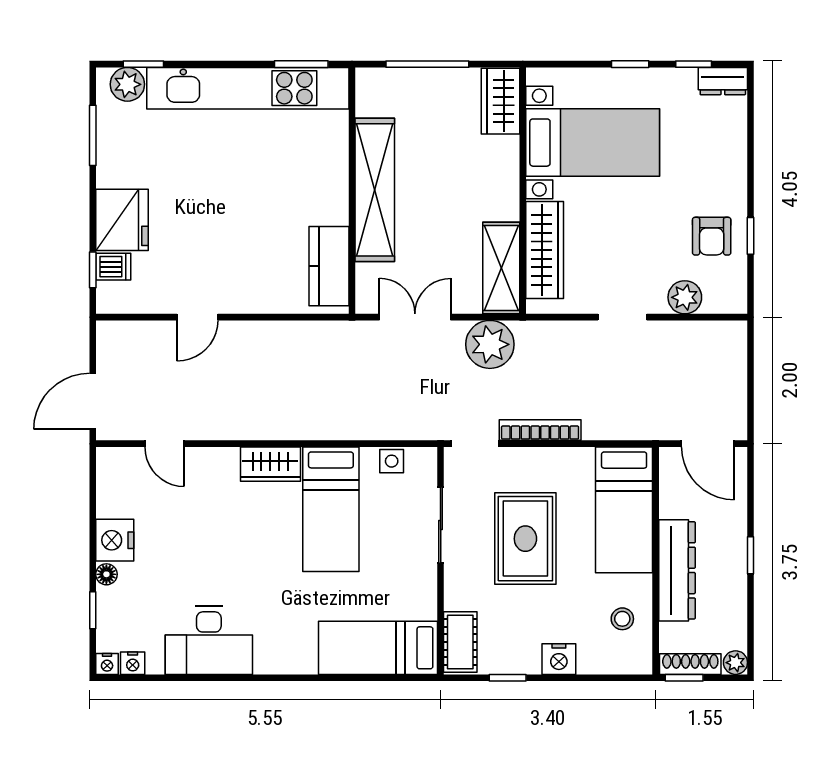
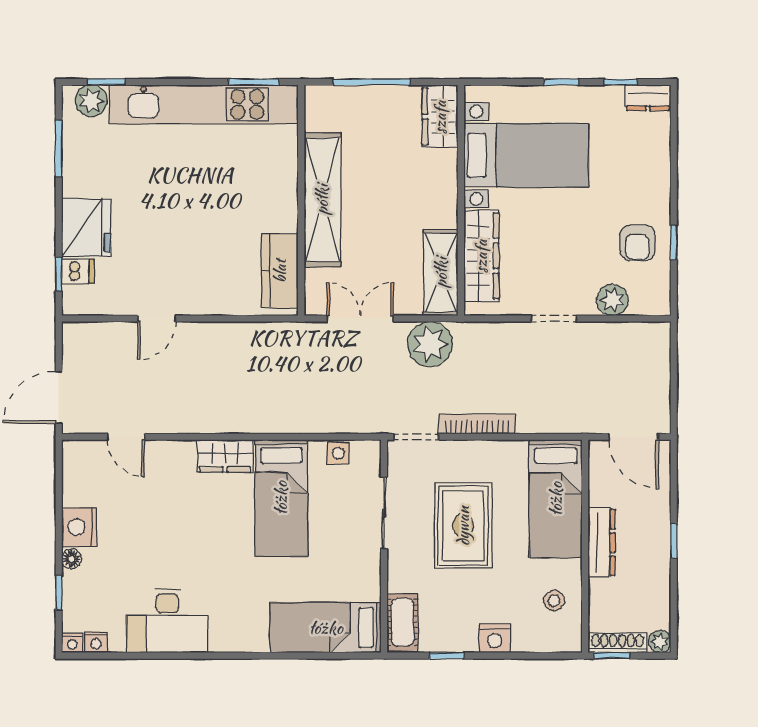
dresser: (677, 570) -> (602, 543), width x0.73, depth x0.80

